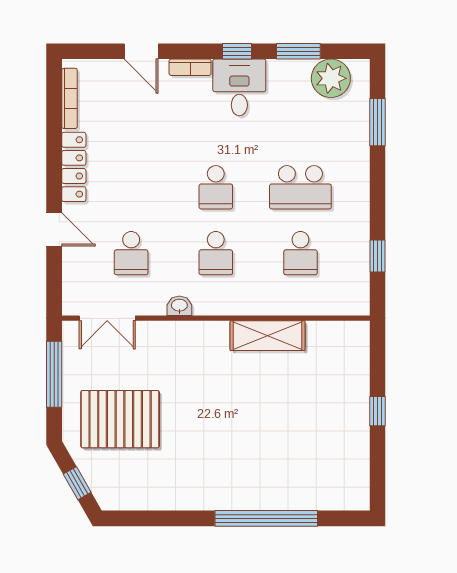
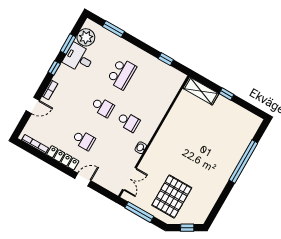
desk: (239, 87) -> (79, 58), moved
school desk: (131, 253) -> (84, 140), moved
school desk: (300, 253) -> (147, 89), removed
shelving: (267, 336) -> (201, 91), moved, turned 90

